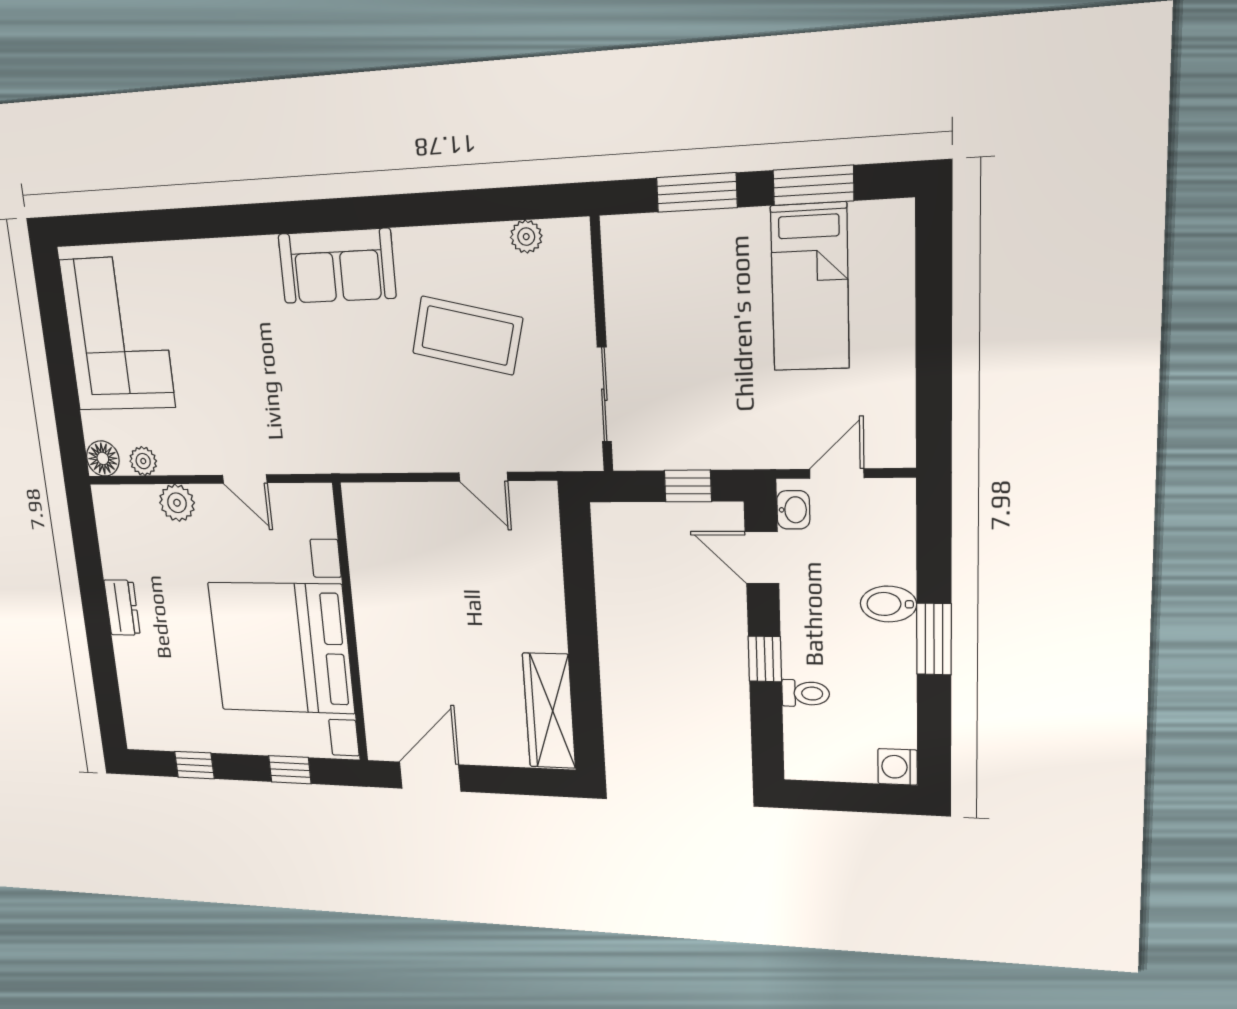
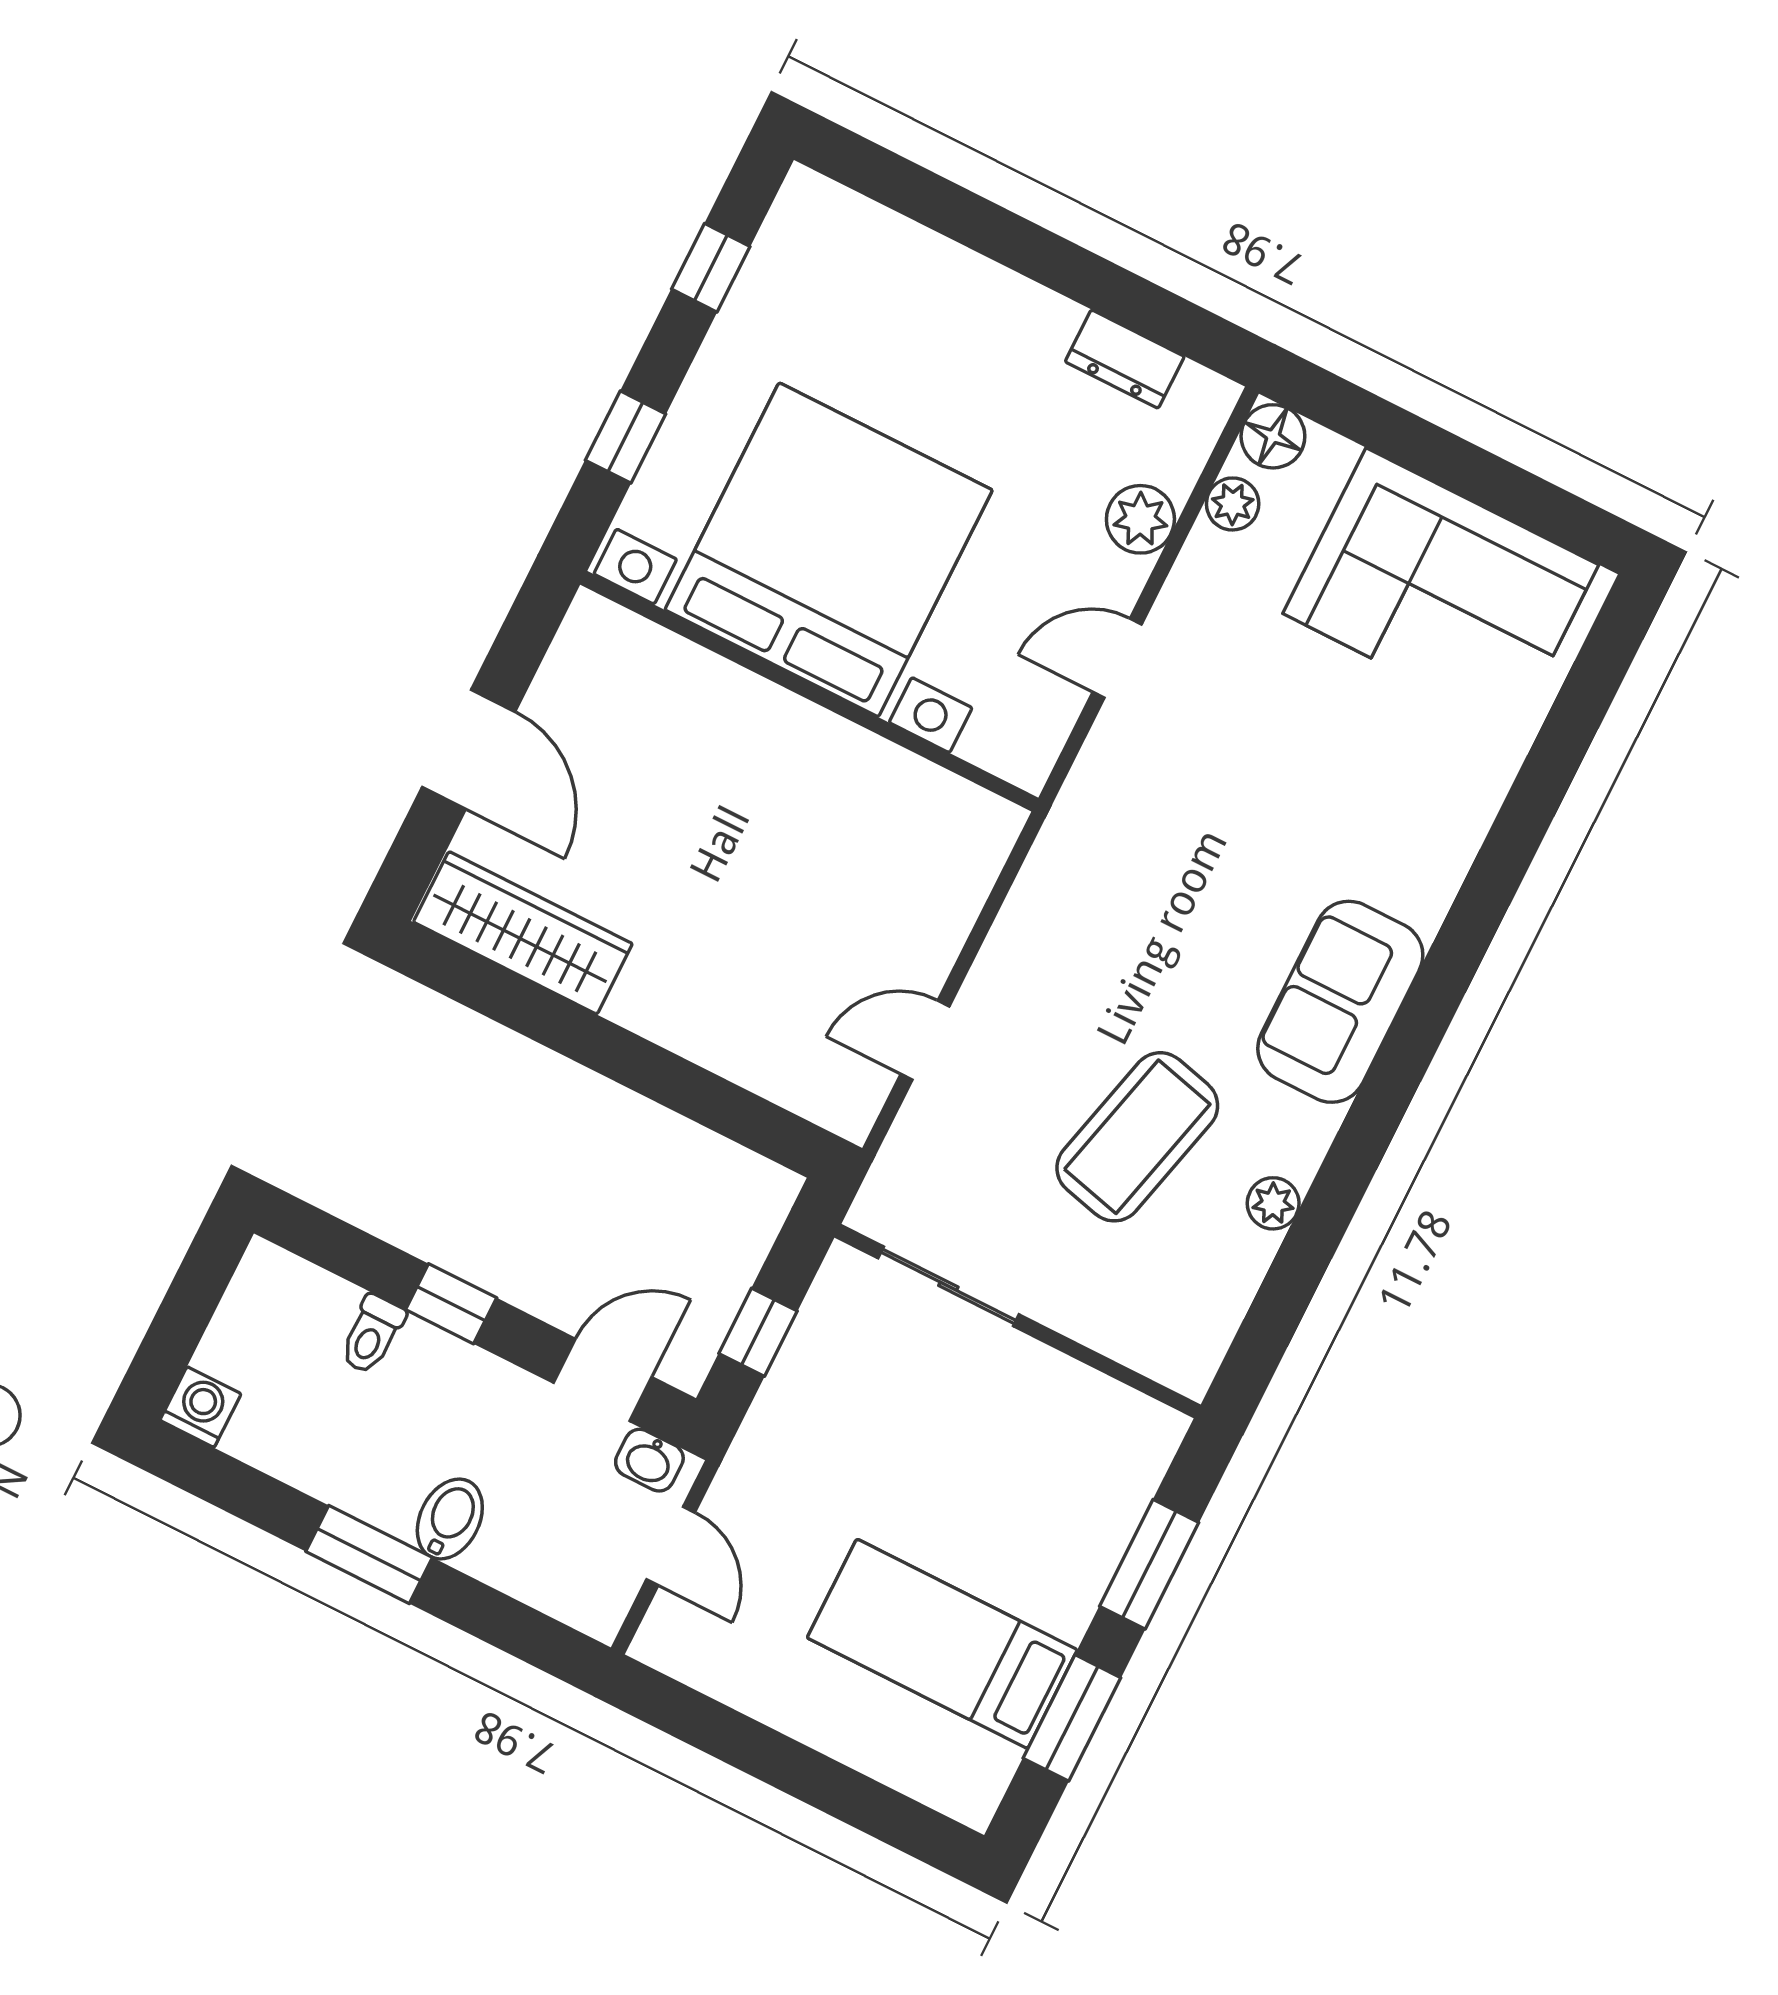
plant: (526, 237) -> (1273, 1203), moved
dresser: (122, 608) -> (1125, 359), moved
door: (430, 777) -> (469, 749), moved

